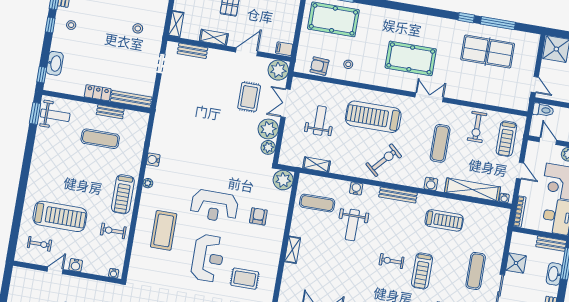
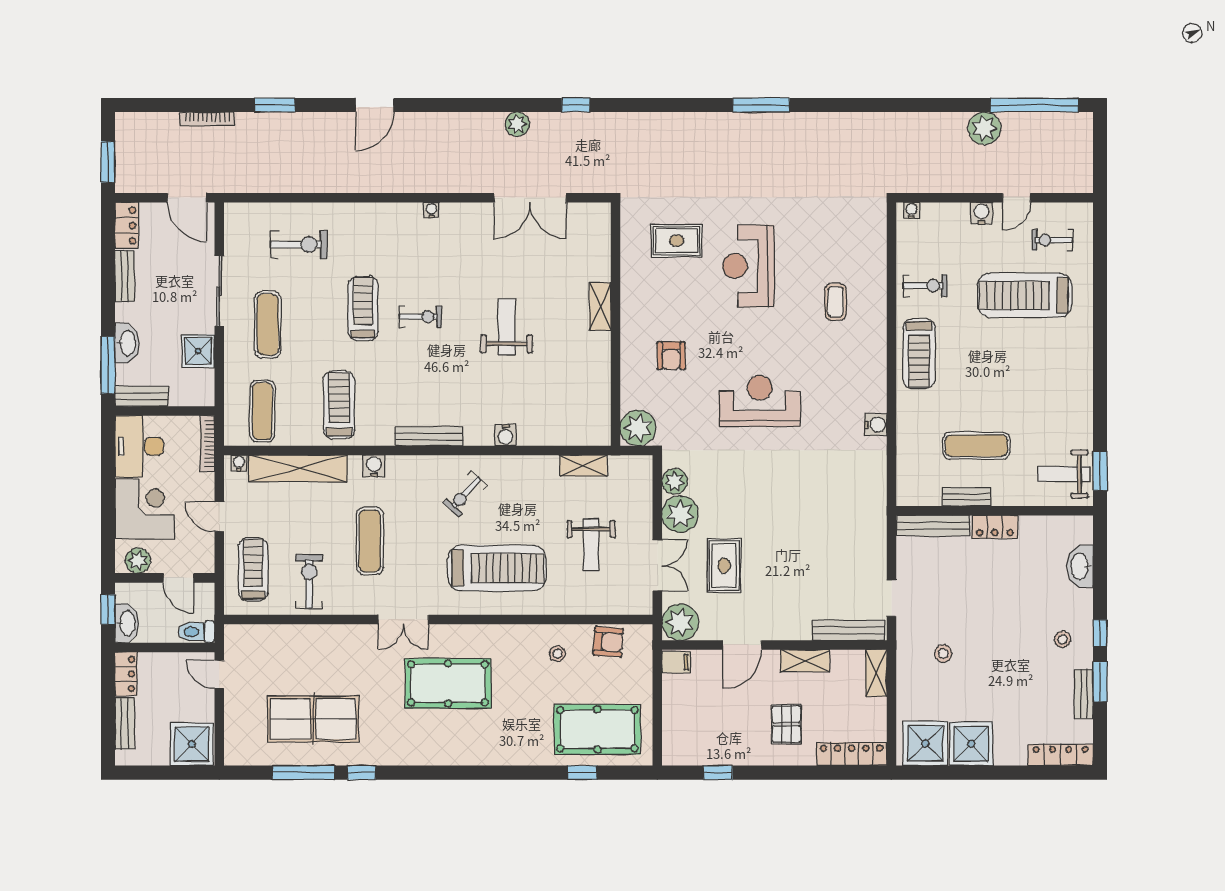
bench: (192, 51) -> (848, 630), width x1.36
window: (42, 75) -> (1100, 542), removed
exercise bike: (384, 160) -> (465, 494), width x0.73, depth x0.72
plant: (148, 183) -> (878, 381), removed
treadmill: (123, 194) -> (919, 354), turned 180
exercise mat: (317, 203) -> (262, 411), moved, turned 90
reception desk: (214, 206) -> (760, 401), moved
treadmill: (444, 220) -> (339, 405), turned 90
weight bench: (352, 225) -> (507, 327), moved
coffee table: (164, 230) -> (836, 302), width x0.54, depth x0.58

